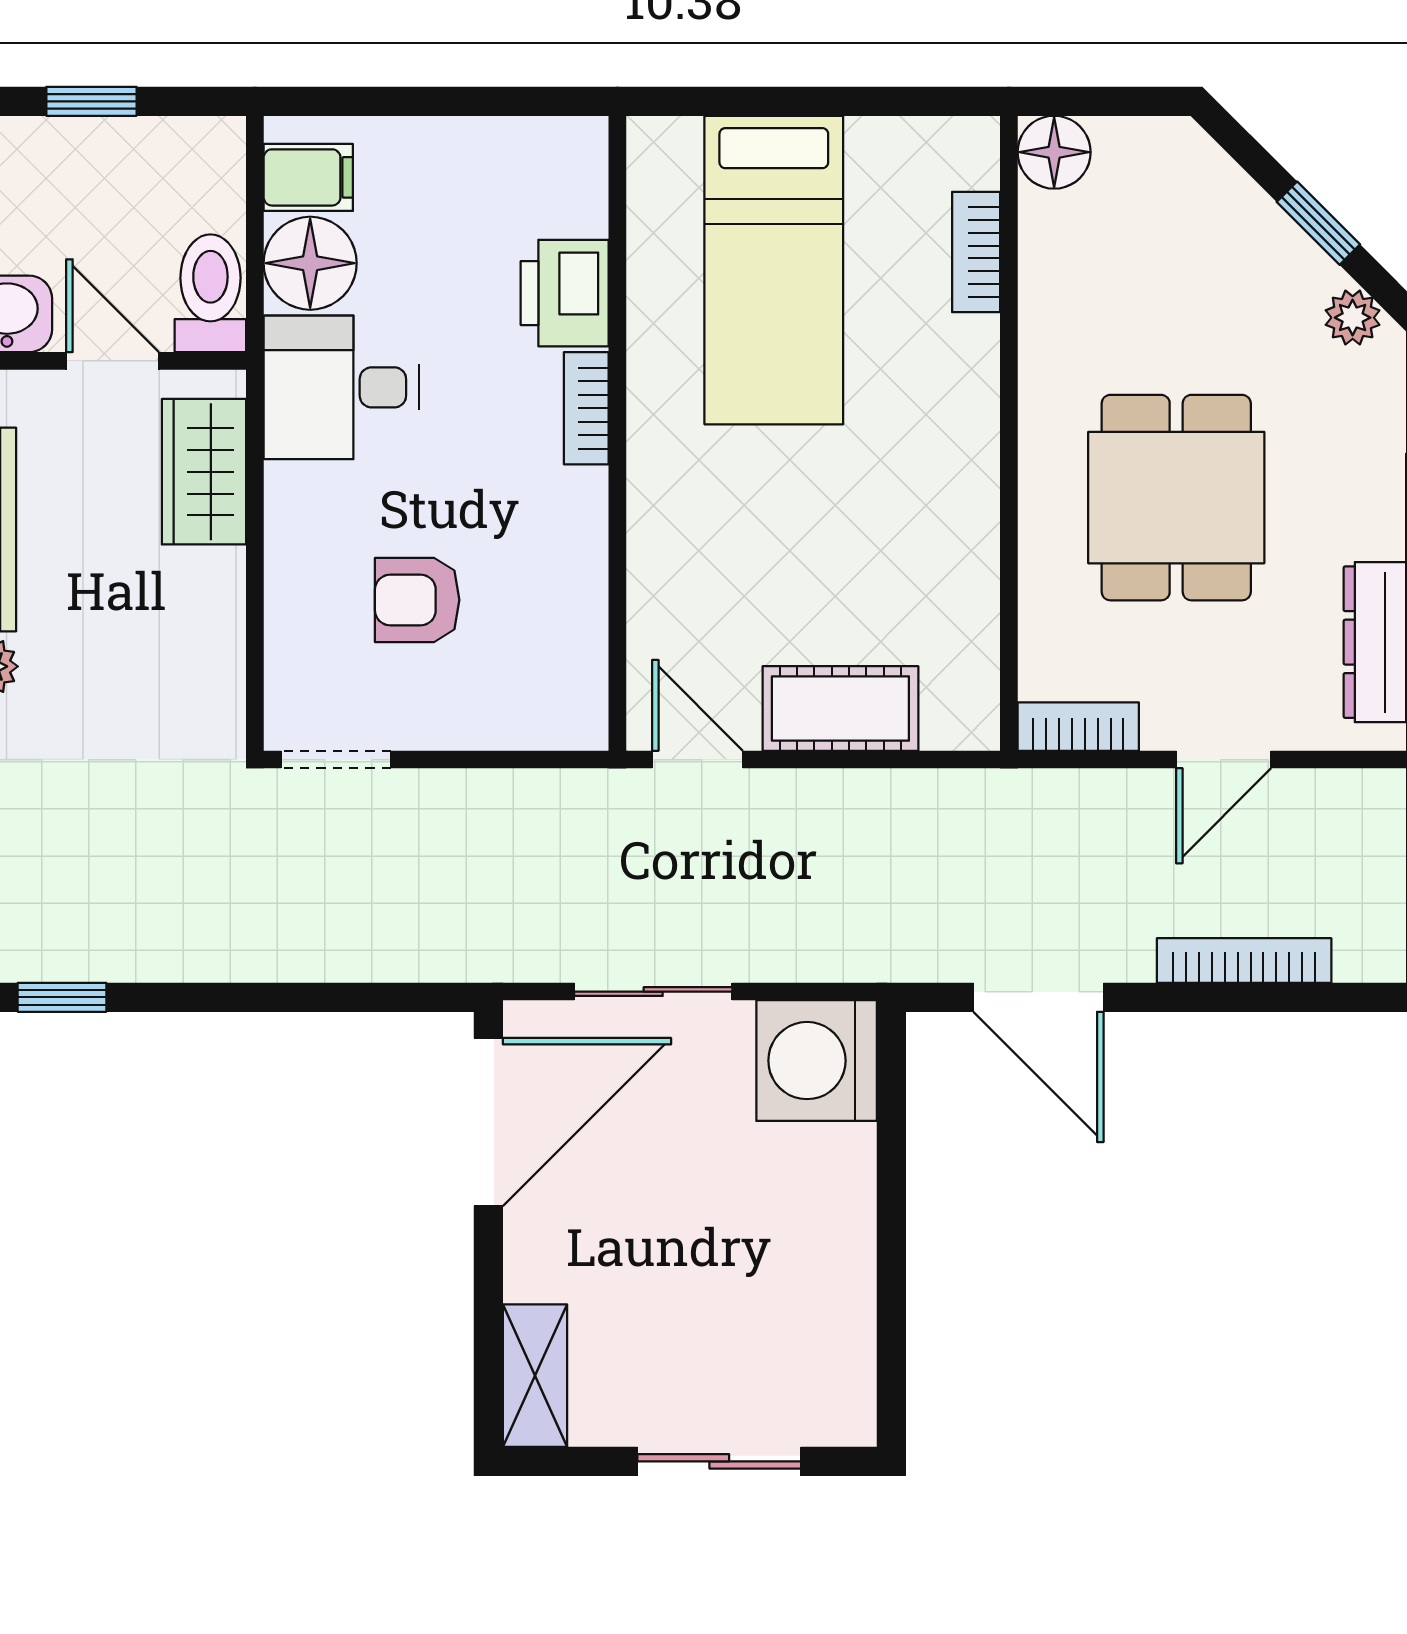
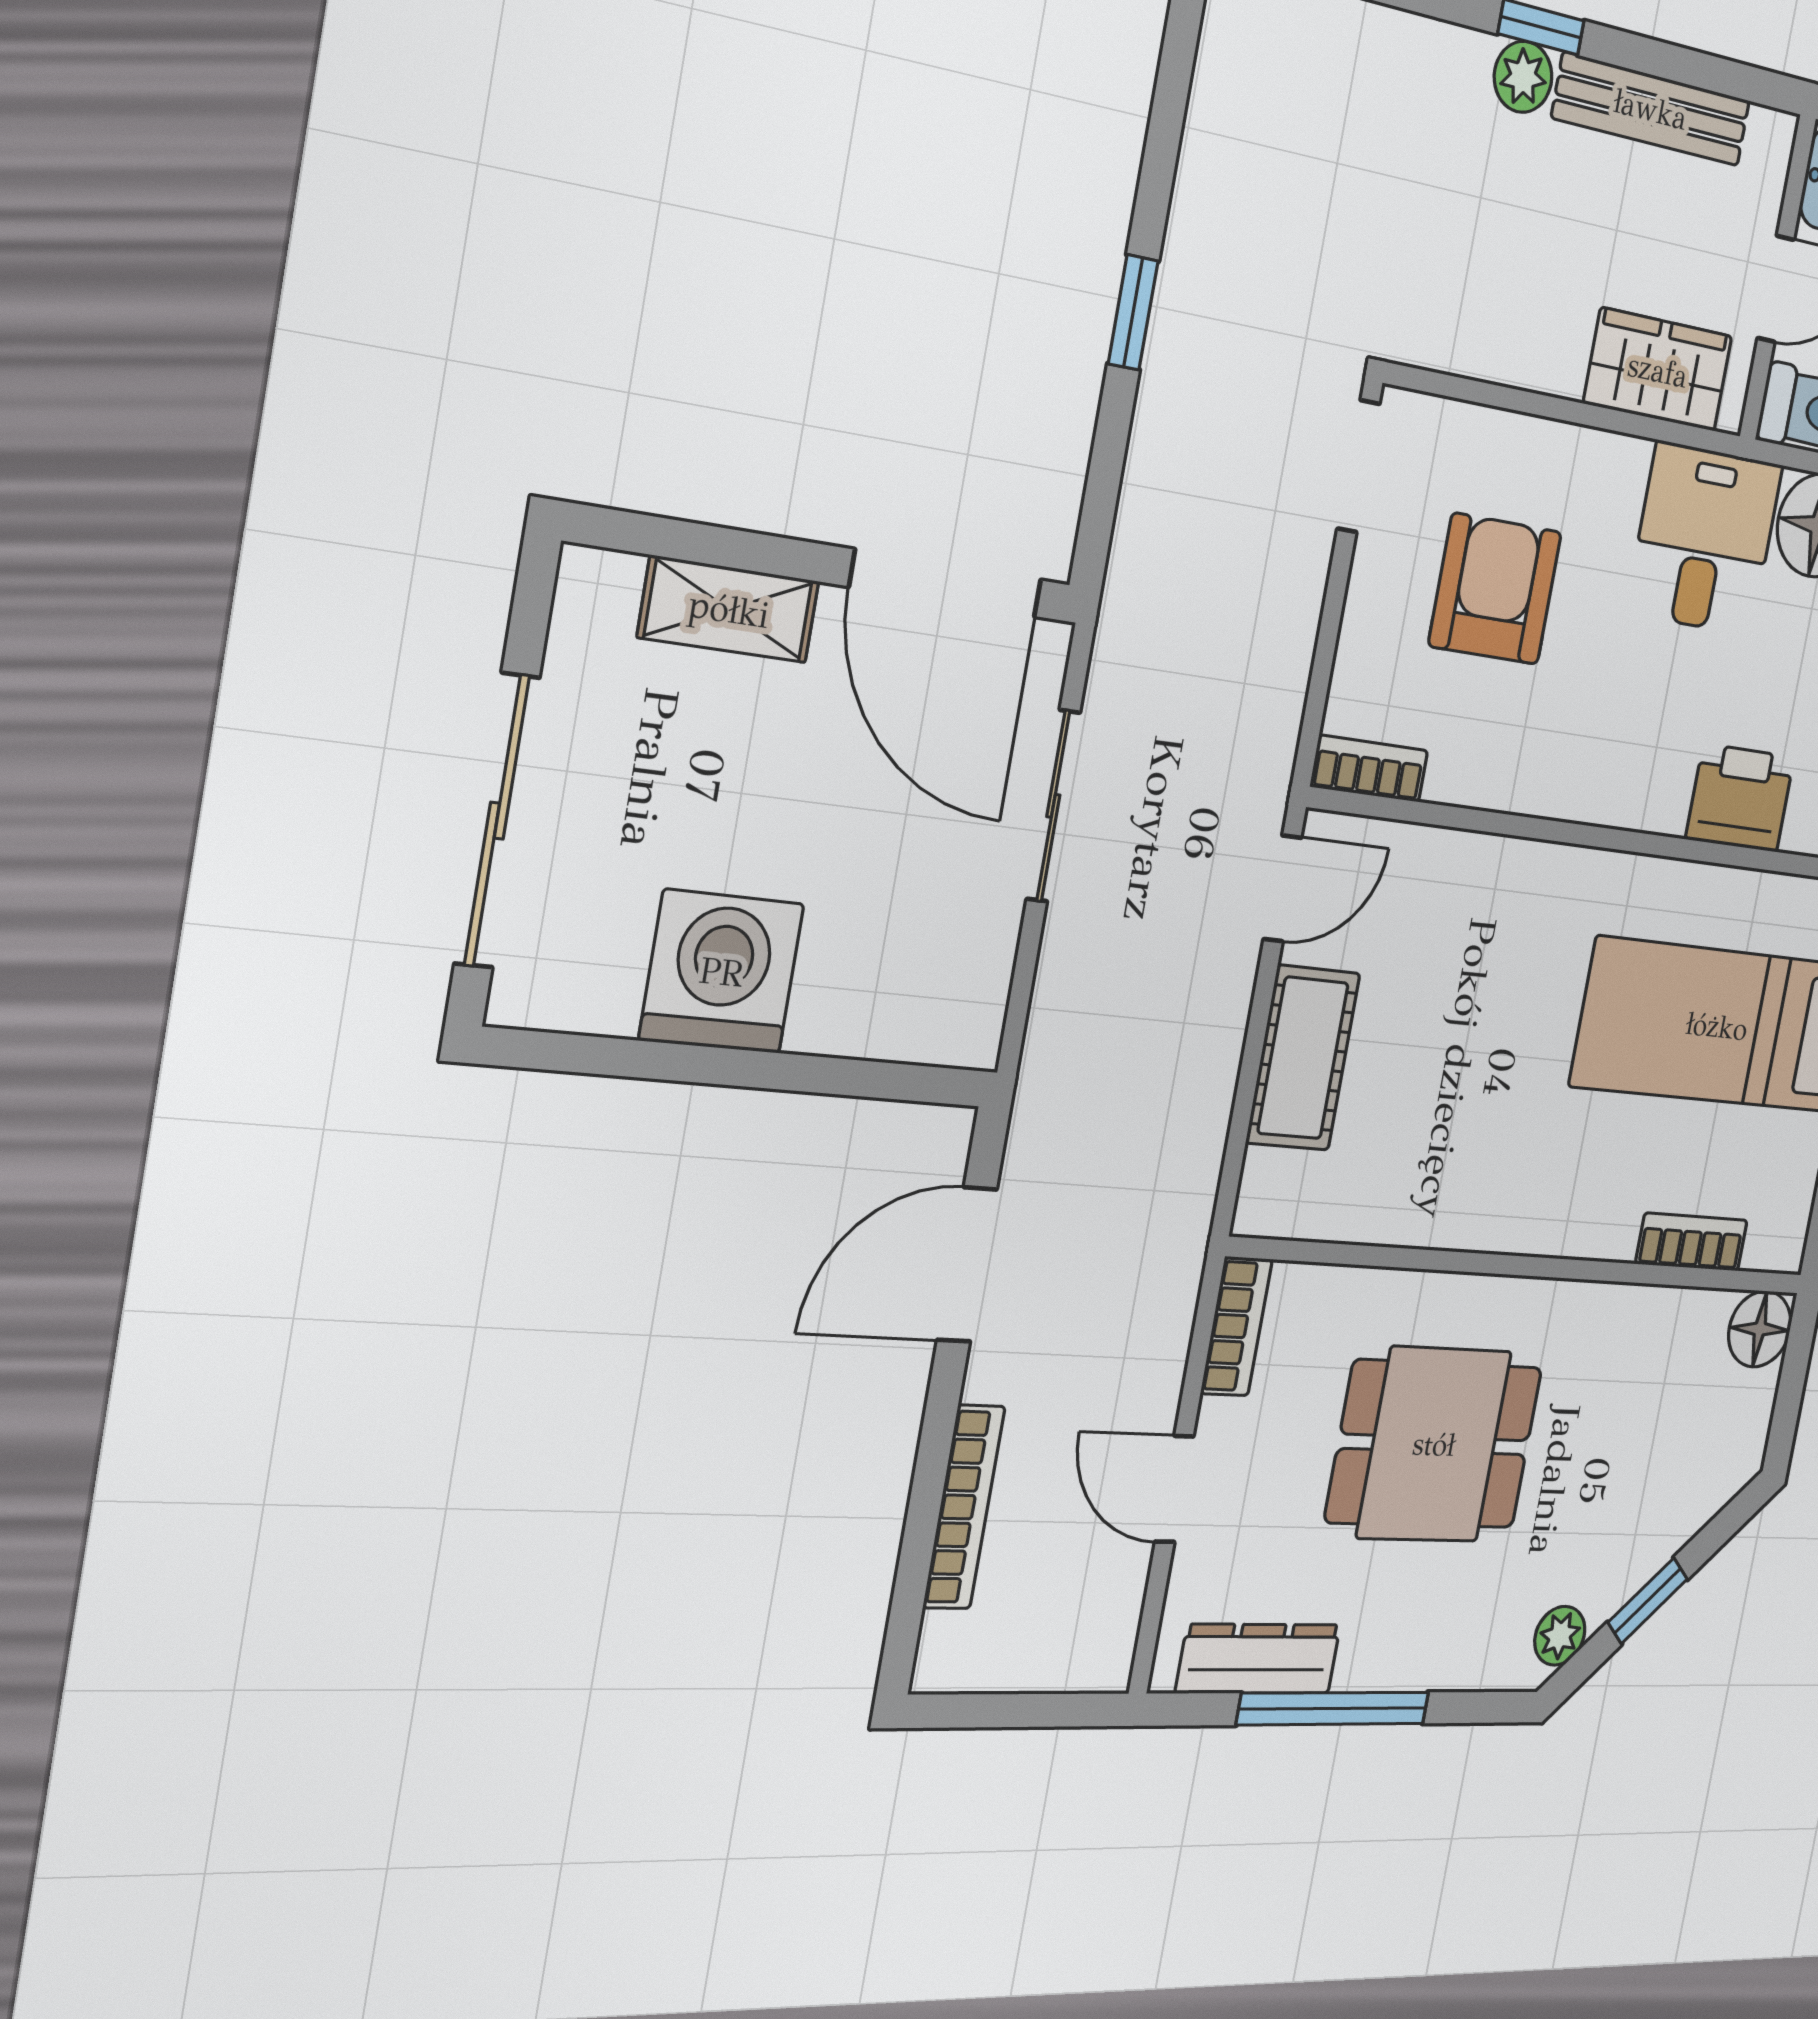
bookcase: (586, 408) -> (1369, 769), moved
armchair: (417, 600) -> (1495, 589), width x1.38, depth x1.38
window: (62, 997) -> (1133, 312), moved
washing machine: (817, 1061) -> (722, 972), moved
shelving: (535, 1376) -> (729, 609), moved
sliding door: (719, 1461) -> (497, 821), width x1.37

